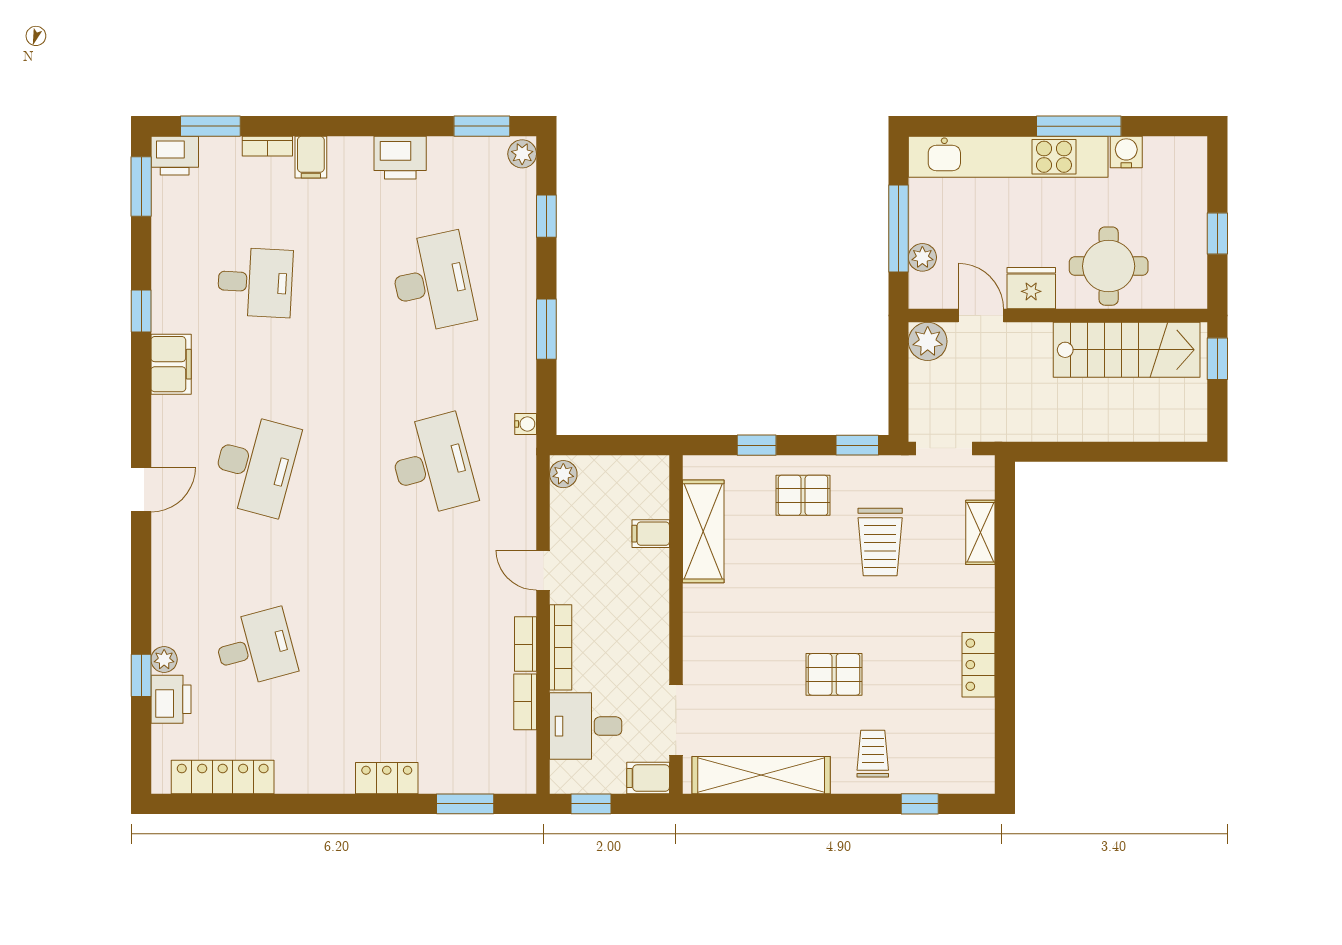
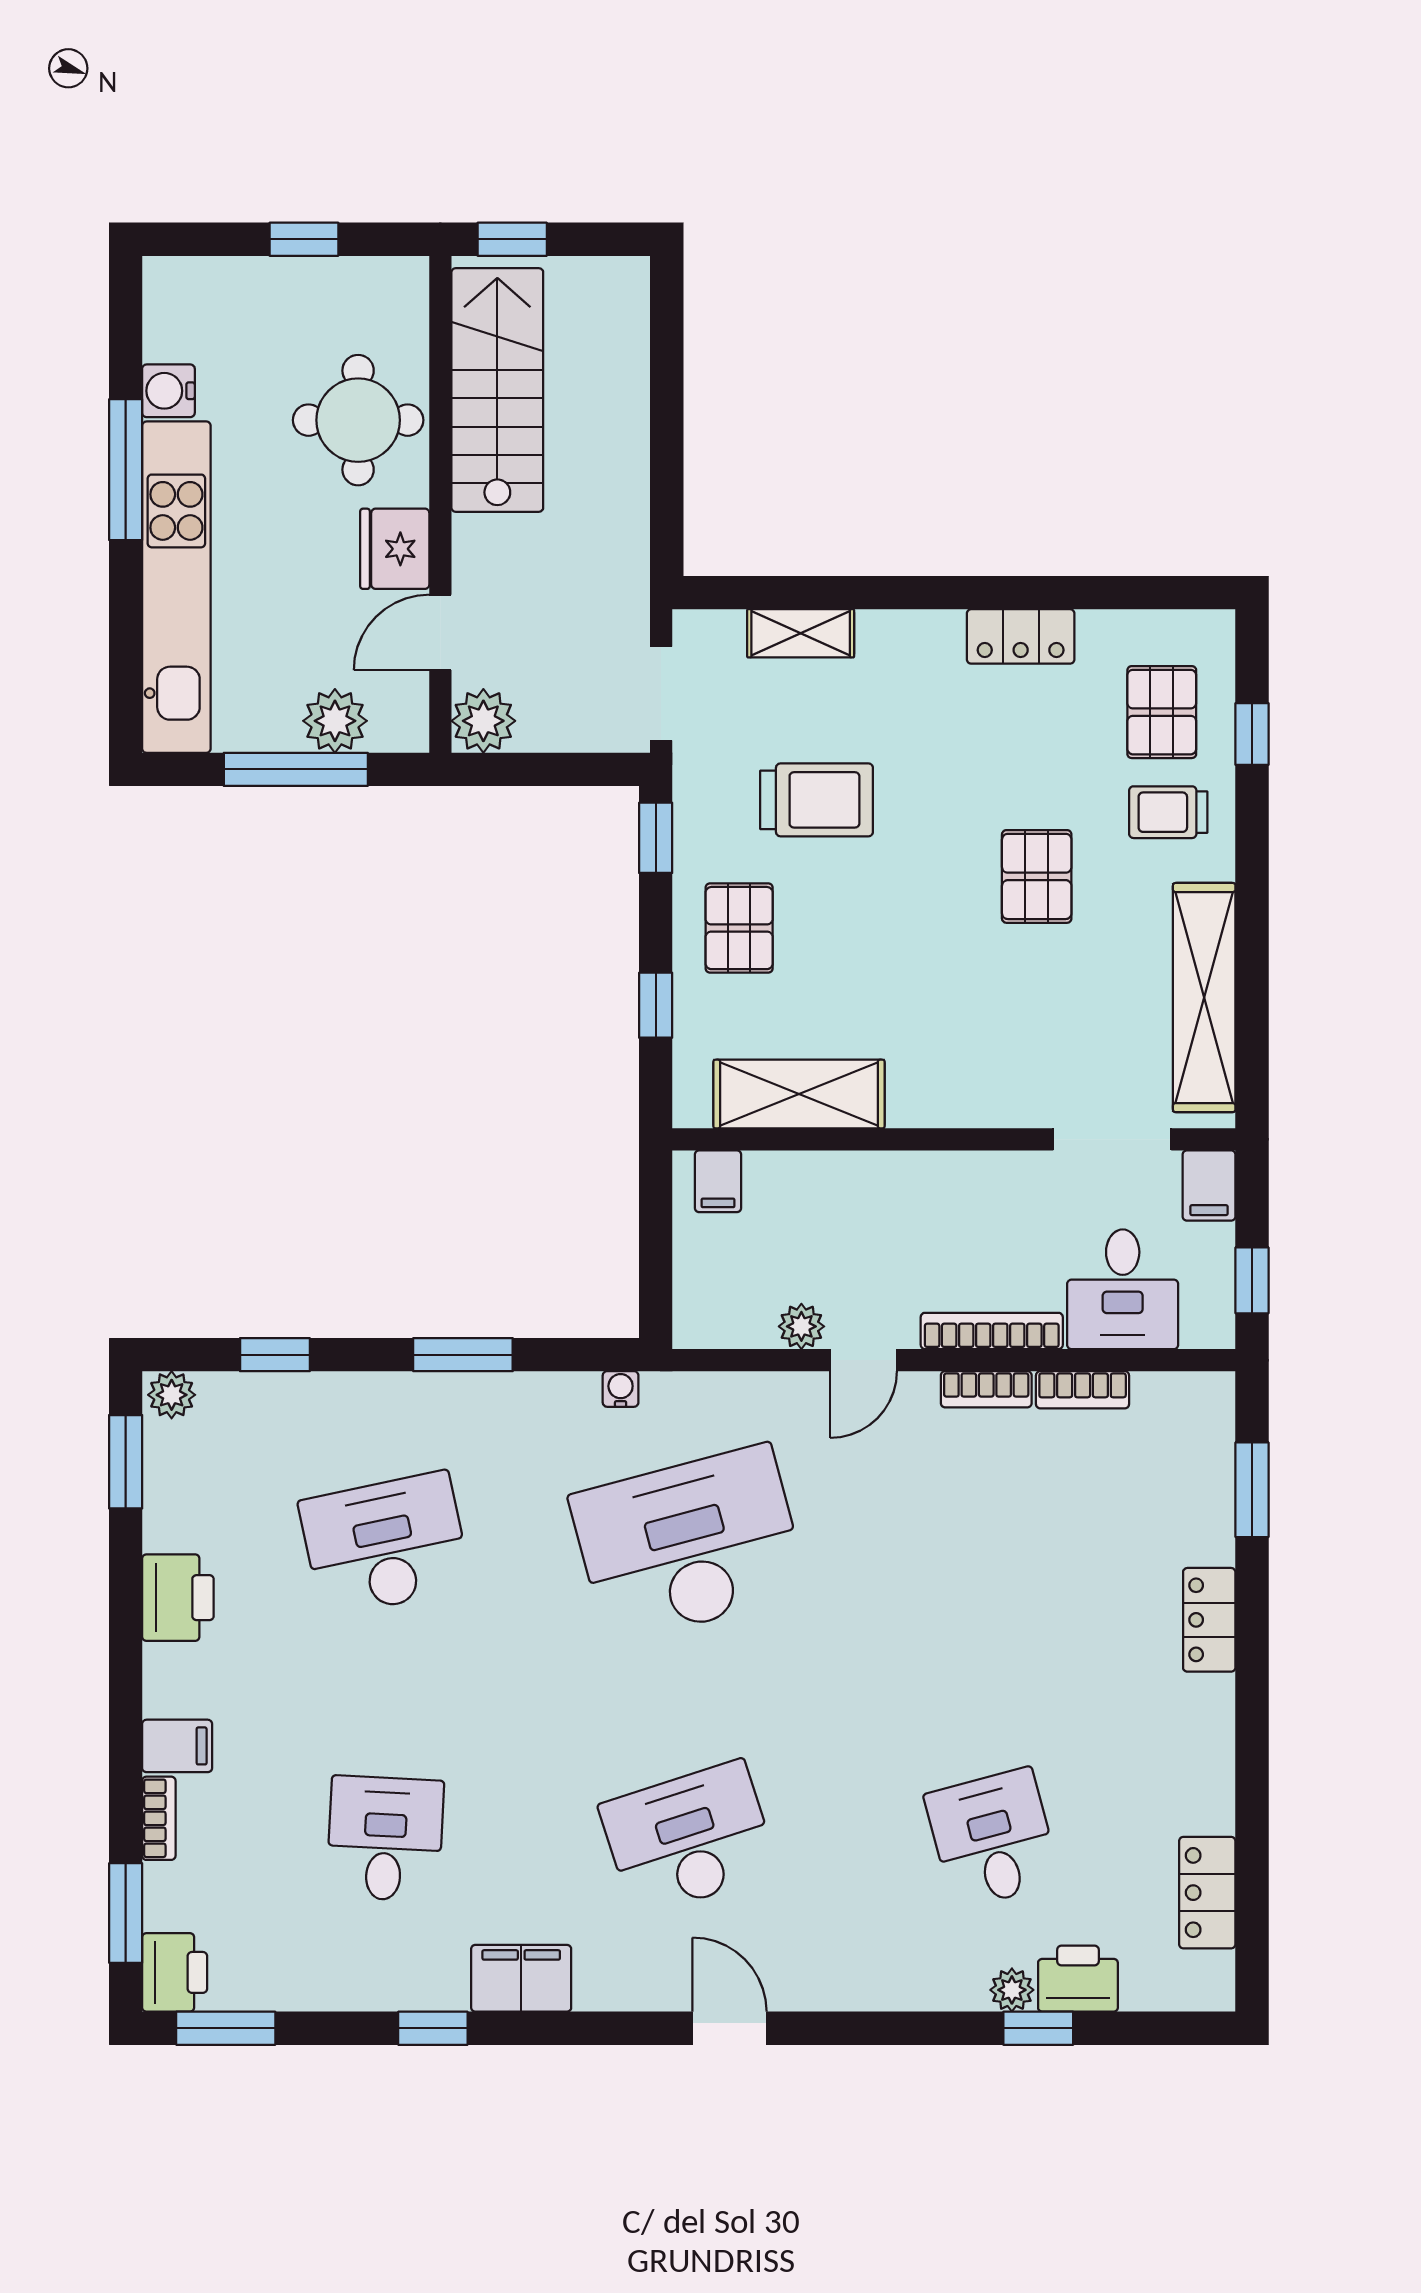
plant: (922, 257) -> (335, 721), width x1.38, depth x1.38
desk: (255, 465) -> (689, 1839), turned -33
desk: (432, 465) -> (689, 1544), width x1.36, depth x1.30
plant: (563, 474) -> (801, 1326), moved
filing cabinet: (651, 534) -> (718, 1181), moved
pallet: (933, 750) -> (1162, 712), added
locker: (223, 777) -> (1207, 1893), width x0.66

